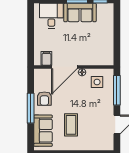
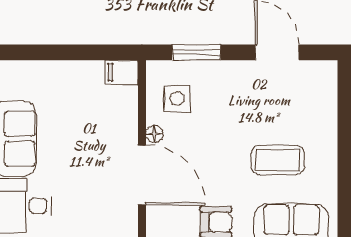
filing cabinet: (46, 58) -> (122, 72), moved
window: (117, 90) -> (196, 52), width x0.69

